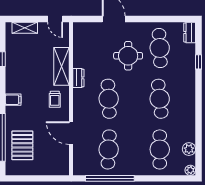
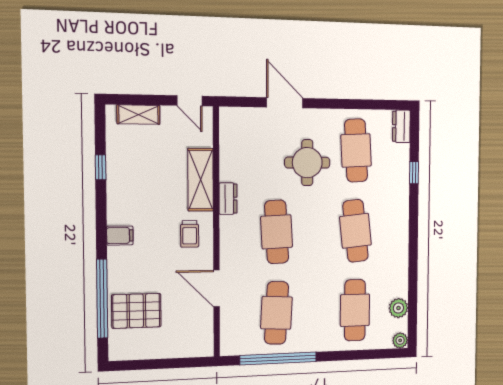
pallet: (22, 145) -> (136, 311), turned 90

